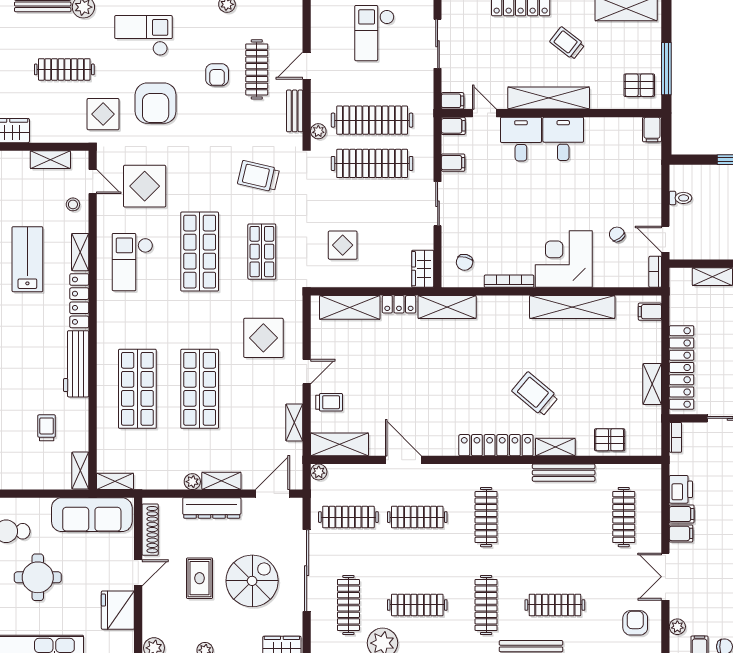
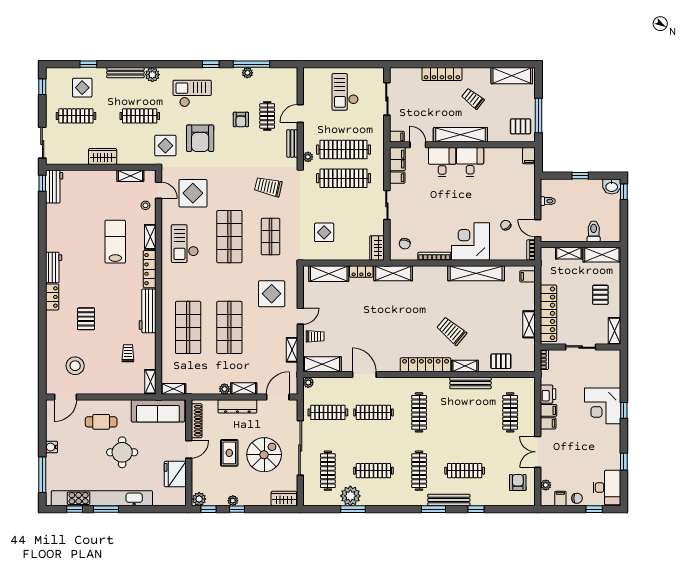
clothes rail: (257, 69) -> (267, 116), width x0.73
filing cabinet: (453, 126) -> (397, 159), width x2.00

